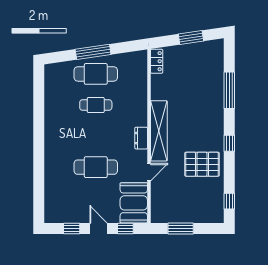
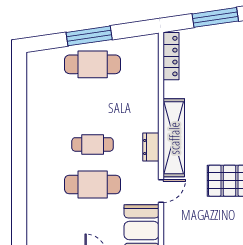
window: (191, 38) -> (215, 17), width x1.44
locker: (157, 61) -> (171, 56), width x1.53
cafe table: (96, 105) -> (93, 144), moved

